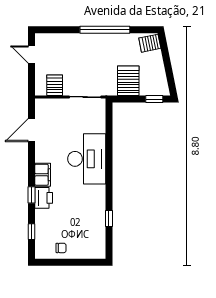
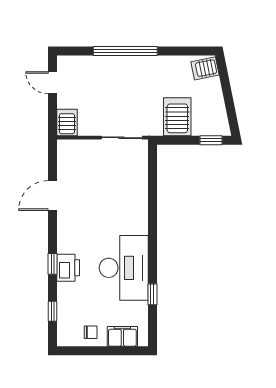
window: (105, 30) -> (125, 51), moved
server rack: (55, 85) -> (67, 123), moved
door: (31, 130) -> (53, 196), moved
desk: (87, 159) -> (124, 268), moved
filing cabinet: (43, 175) -> (122, 336), moved, turned -90

